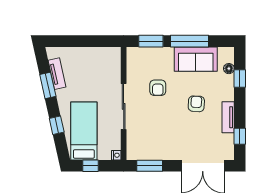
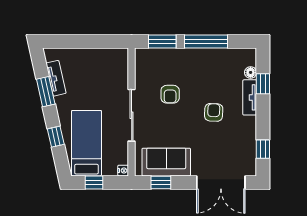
sofa: (196, 59) -> (166, 162), moved, turned 180
tv unit: (228, 117) -> (250, 97), moved
window: (150, 166) -> (161, 182), width x0.67

